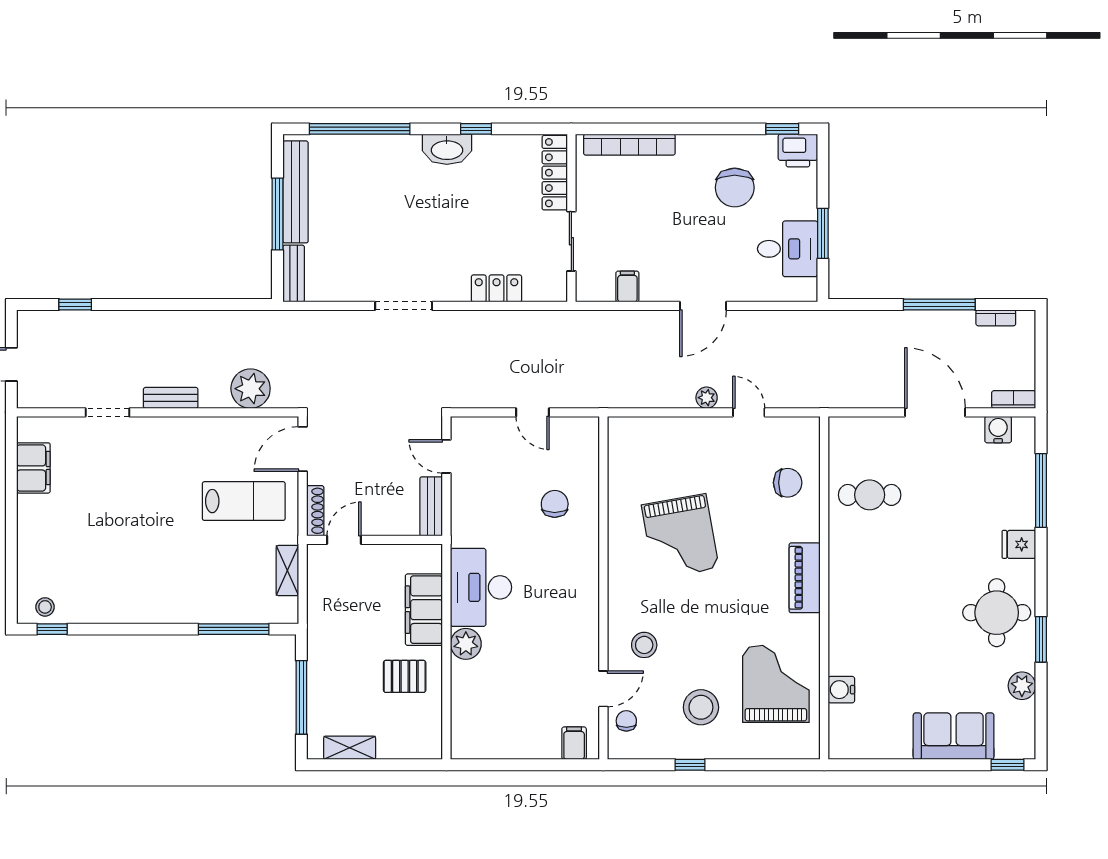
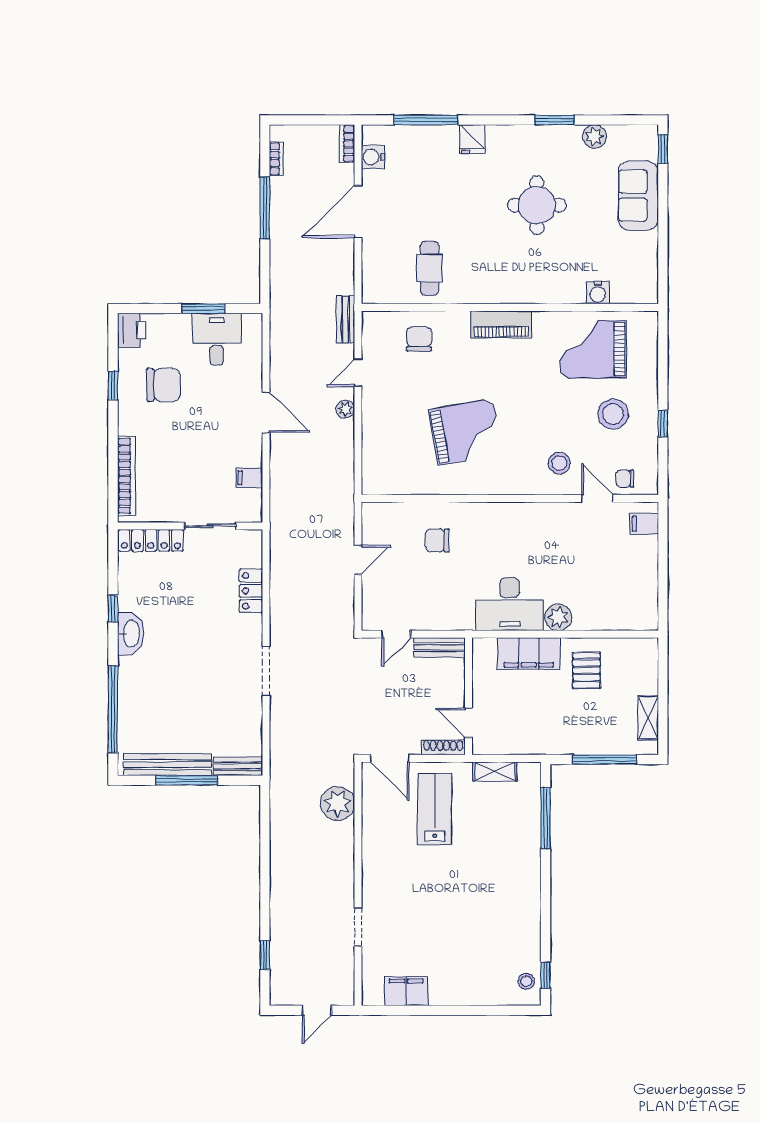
window: (782, 129) -> (113, 386), moved
bench: (171, 398) -> (346, 319), moved
round table: (997, 613) -> (537, 205), moved

